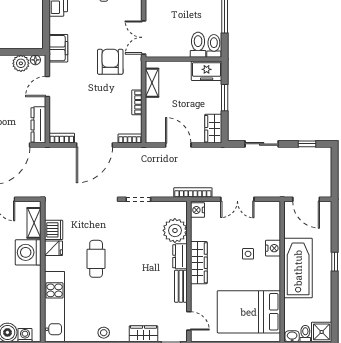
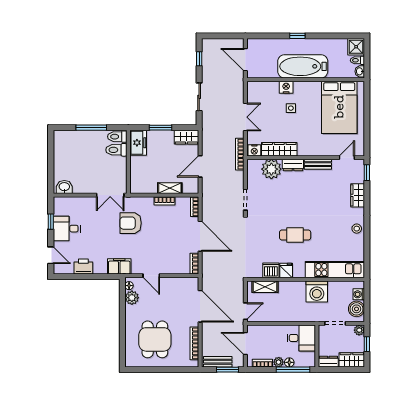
shelving: (152, 83) -> (170, 188), moved
dresser: (38, 125) -> (183, 283), removed
door: (306, 199) -> (245, 60), swing flipped
washing machine: (28, 252) -> (317, 292), moved
wardrobe: (199, 263) -> (279, 149), moved

